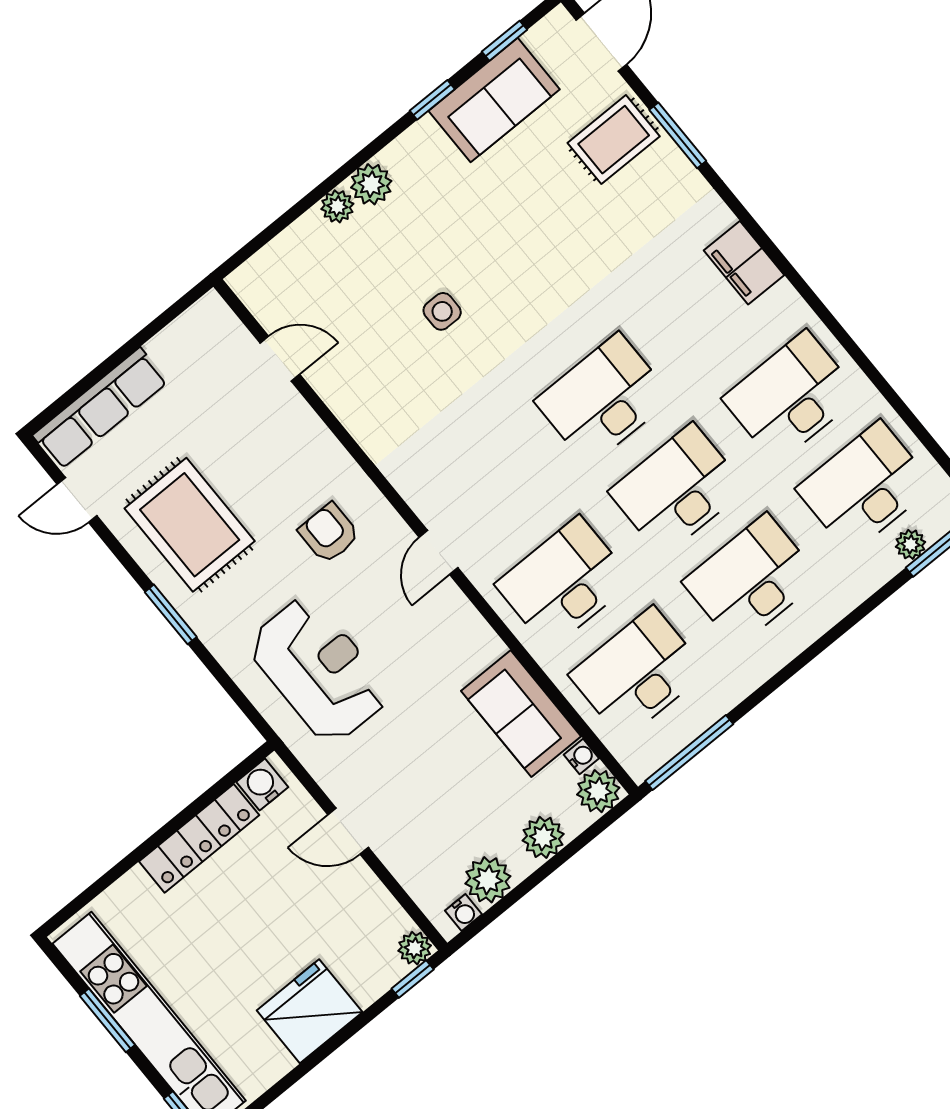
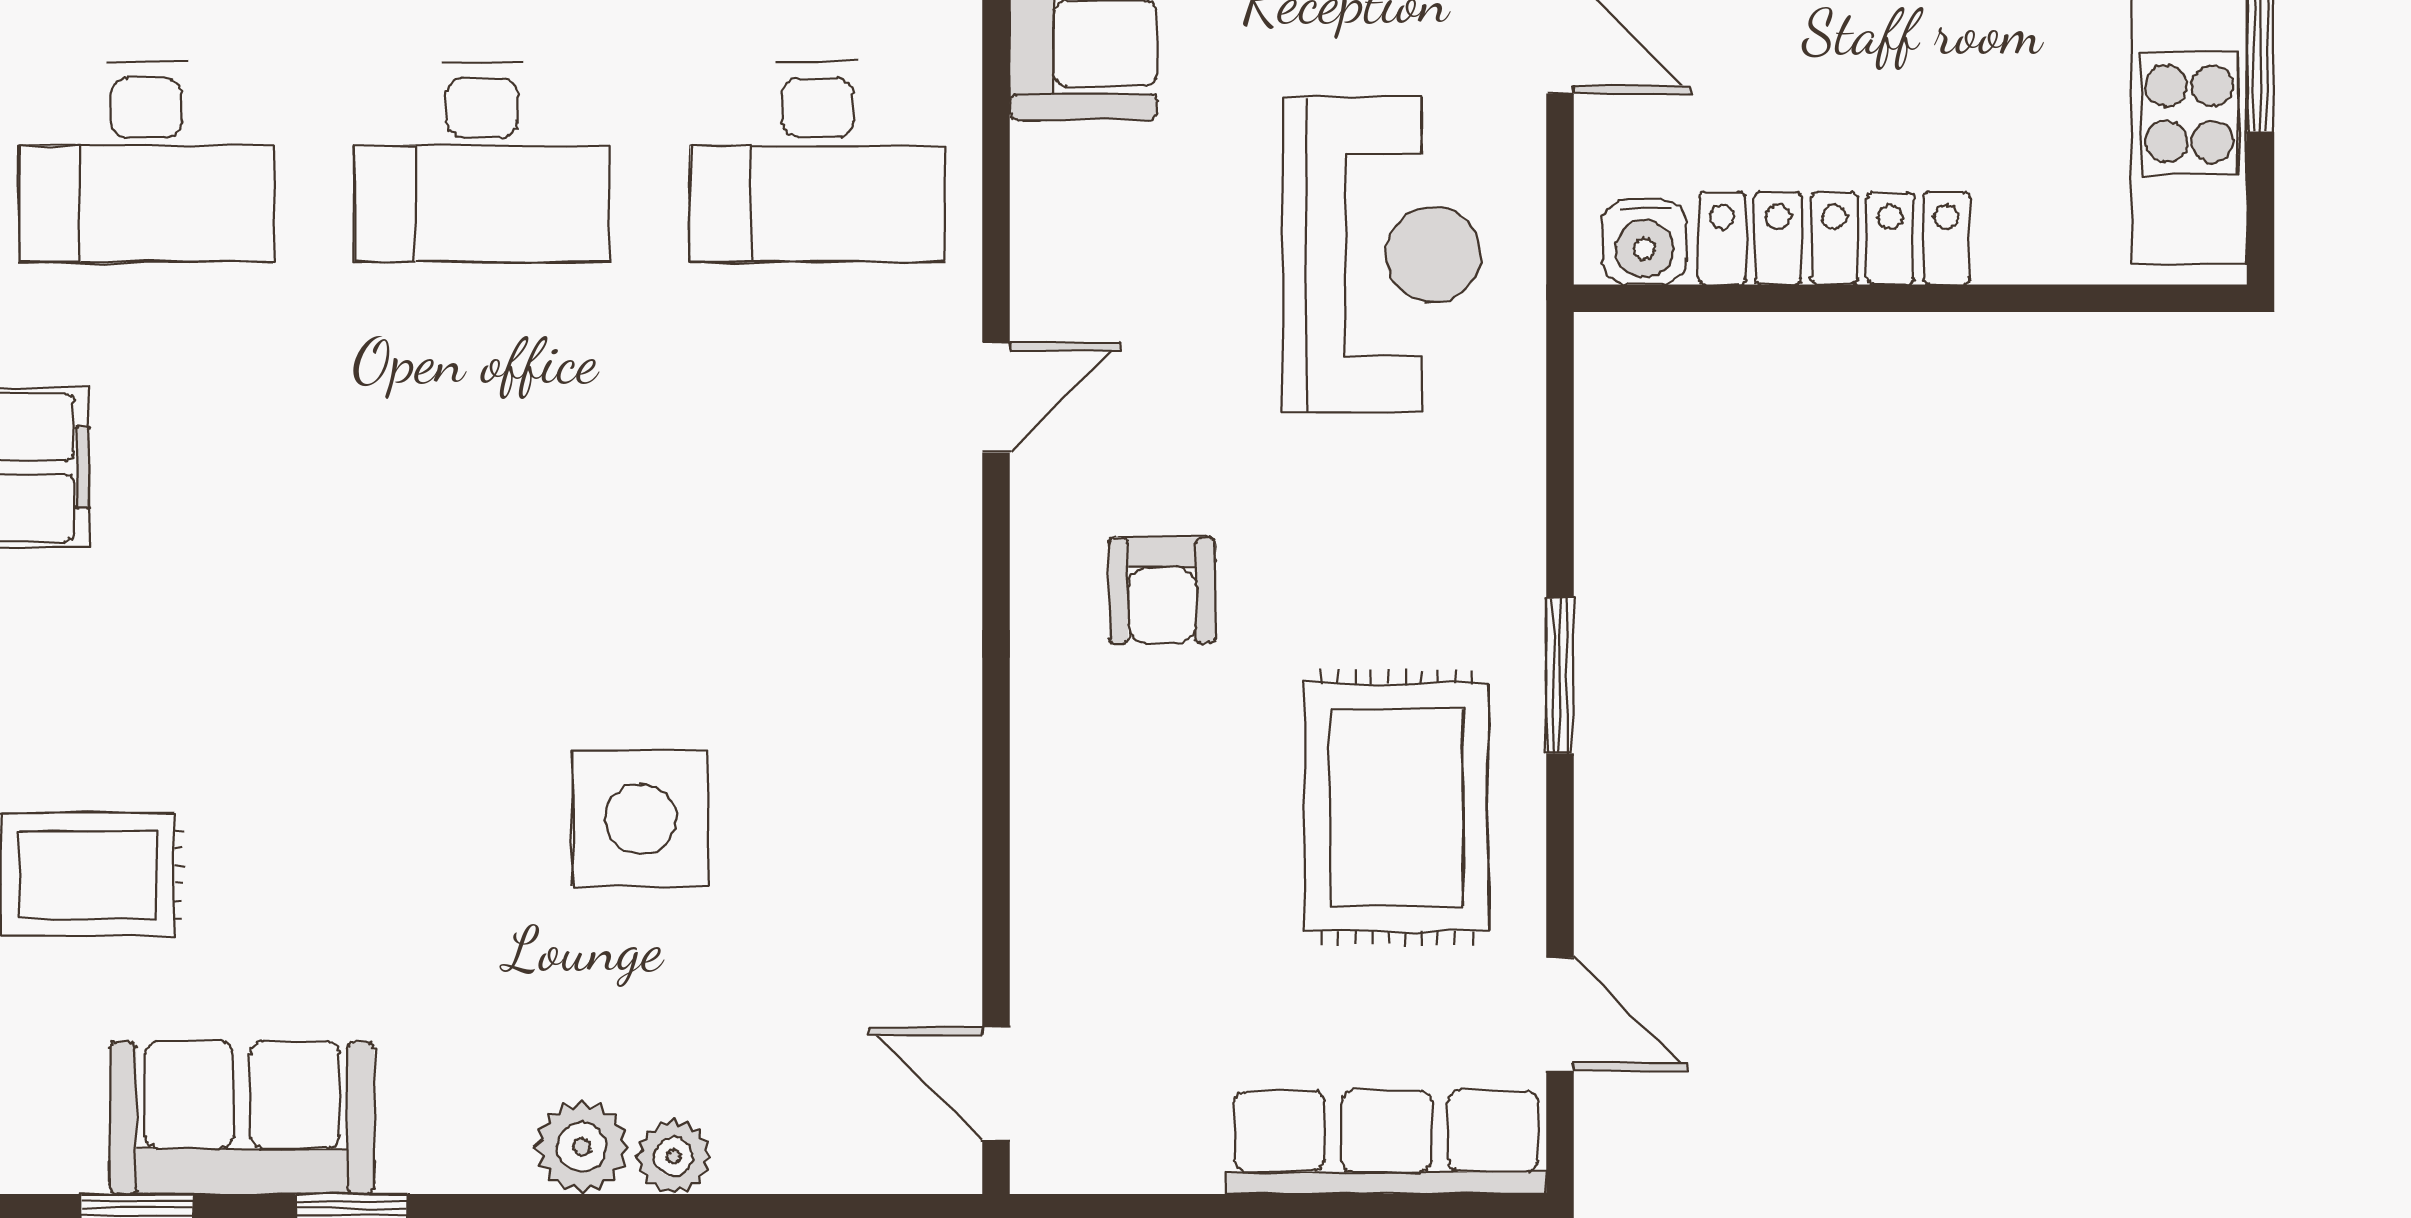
side table: (442, 311) -> (640, 819), width x1.87, depth x1.87
door: (280, 359) -> (996, 1084), moved
desk: (604, 400) -> (482, 429), removed
reception desk: (319, 670) -> (1382, 255), moved, turned 180

